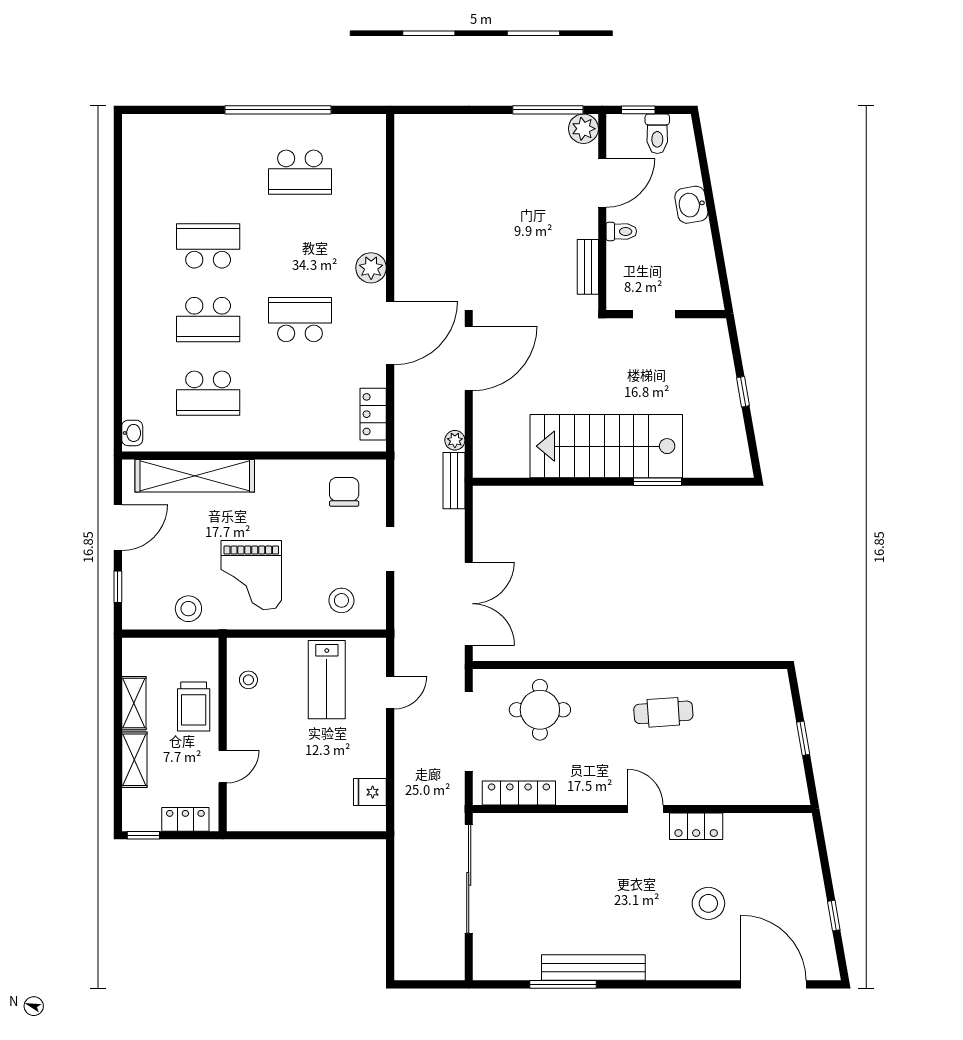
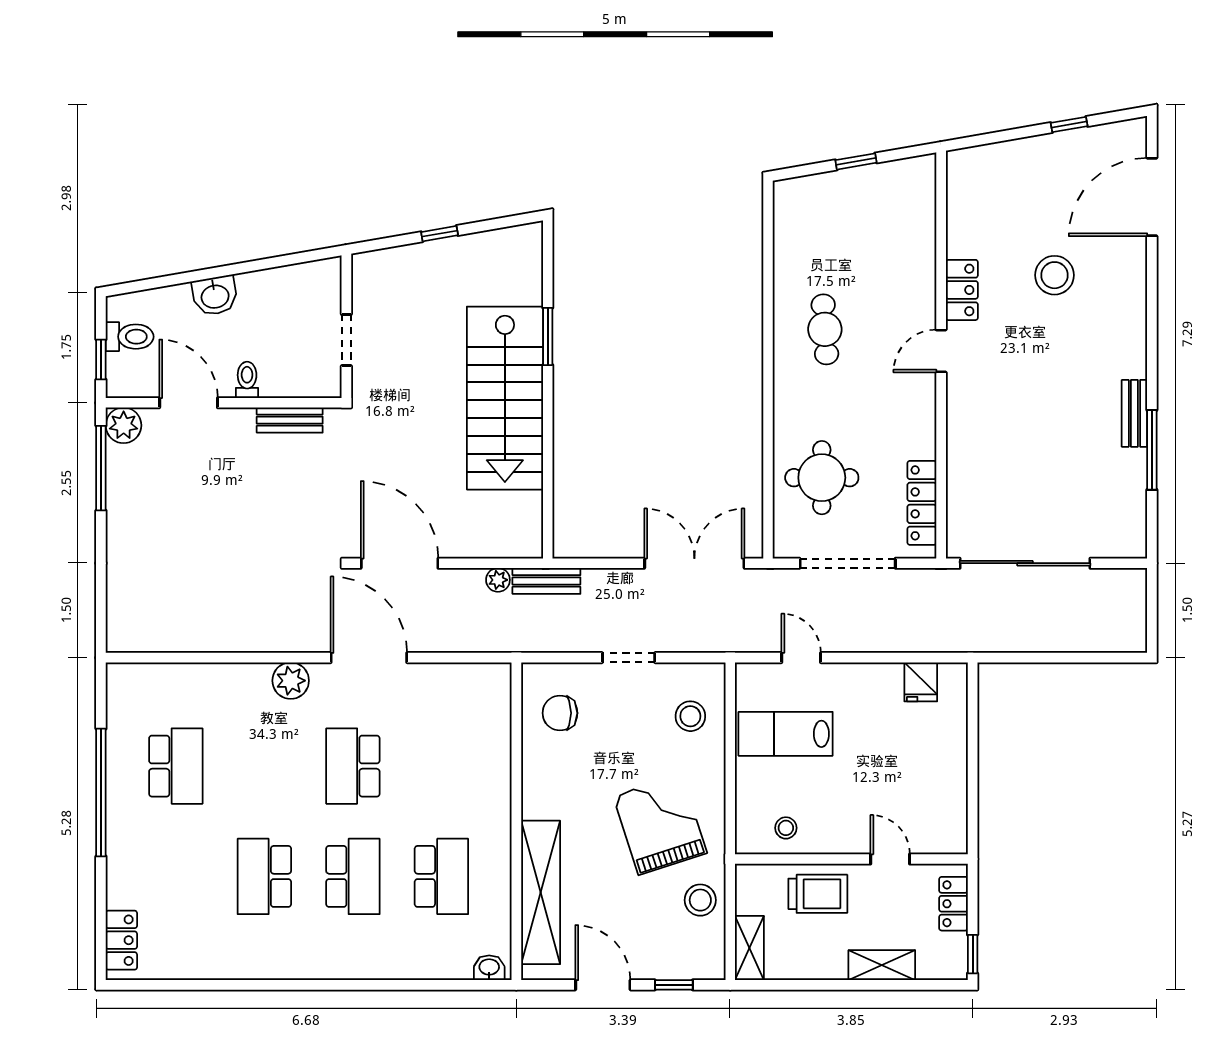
locker: (373, 414) -> (121, 940), moved, turned -90
grand piano: (251, 575) -> (660, 825), turned -108
lab bench: (327, 680) -> (786, 734), turned 180
shelving: (134, 703) -> (749, 948), moved, turned 90
bench: (593, 968) -> (1134, 413), width x0.54, depth x0.82

